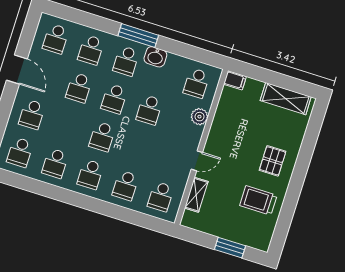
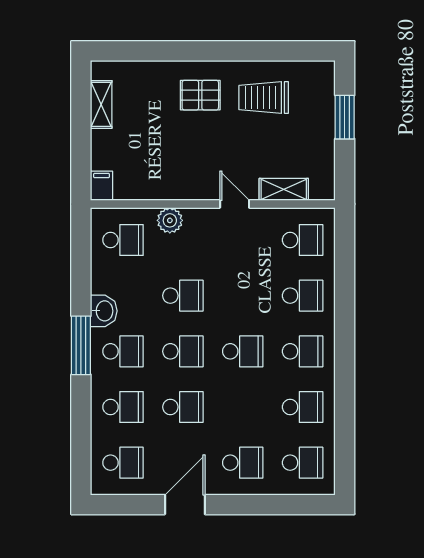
shelving: (286, 99) -> (101, 104), width x0.67, depth x0.75
trolley: (258, 200) -> (264, 98), turned 90

